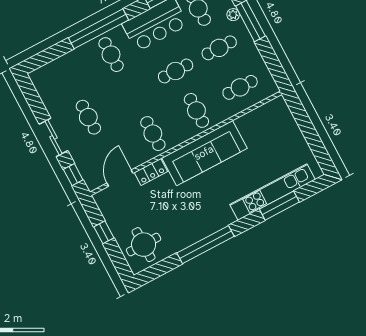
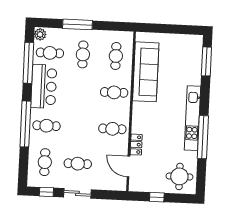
plant: (233, 15) -> (67, 33), removed
cafe table: (176, 71) -> (45, 162), moved
sofa: (204, 153) -> (146, 72), moved
window: (73, 175) -> (46, 192), moved
kitchen unit: (272, 192) -> (192, 118), moved
window: (279, 206) -> (206, 61), moved

